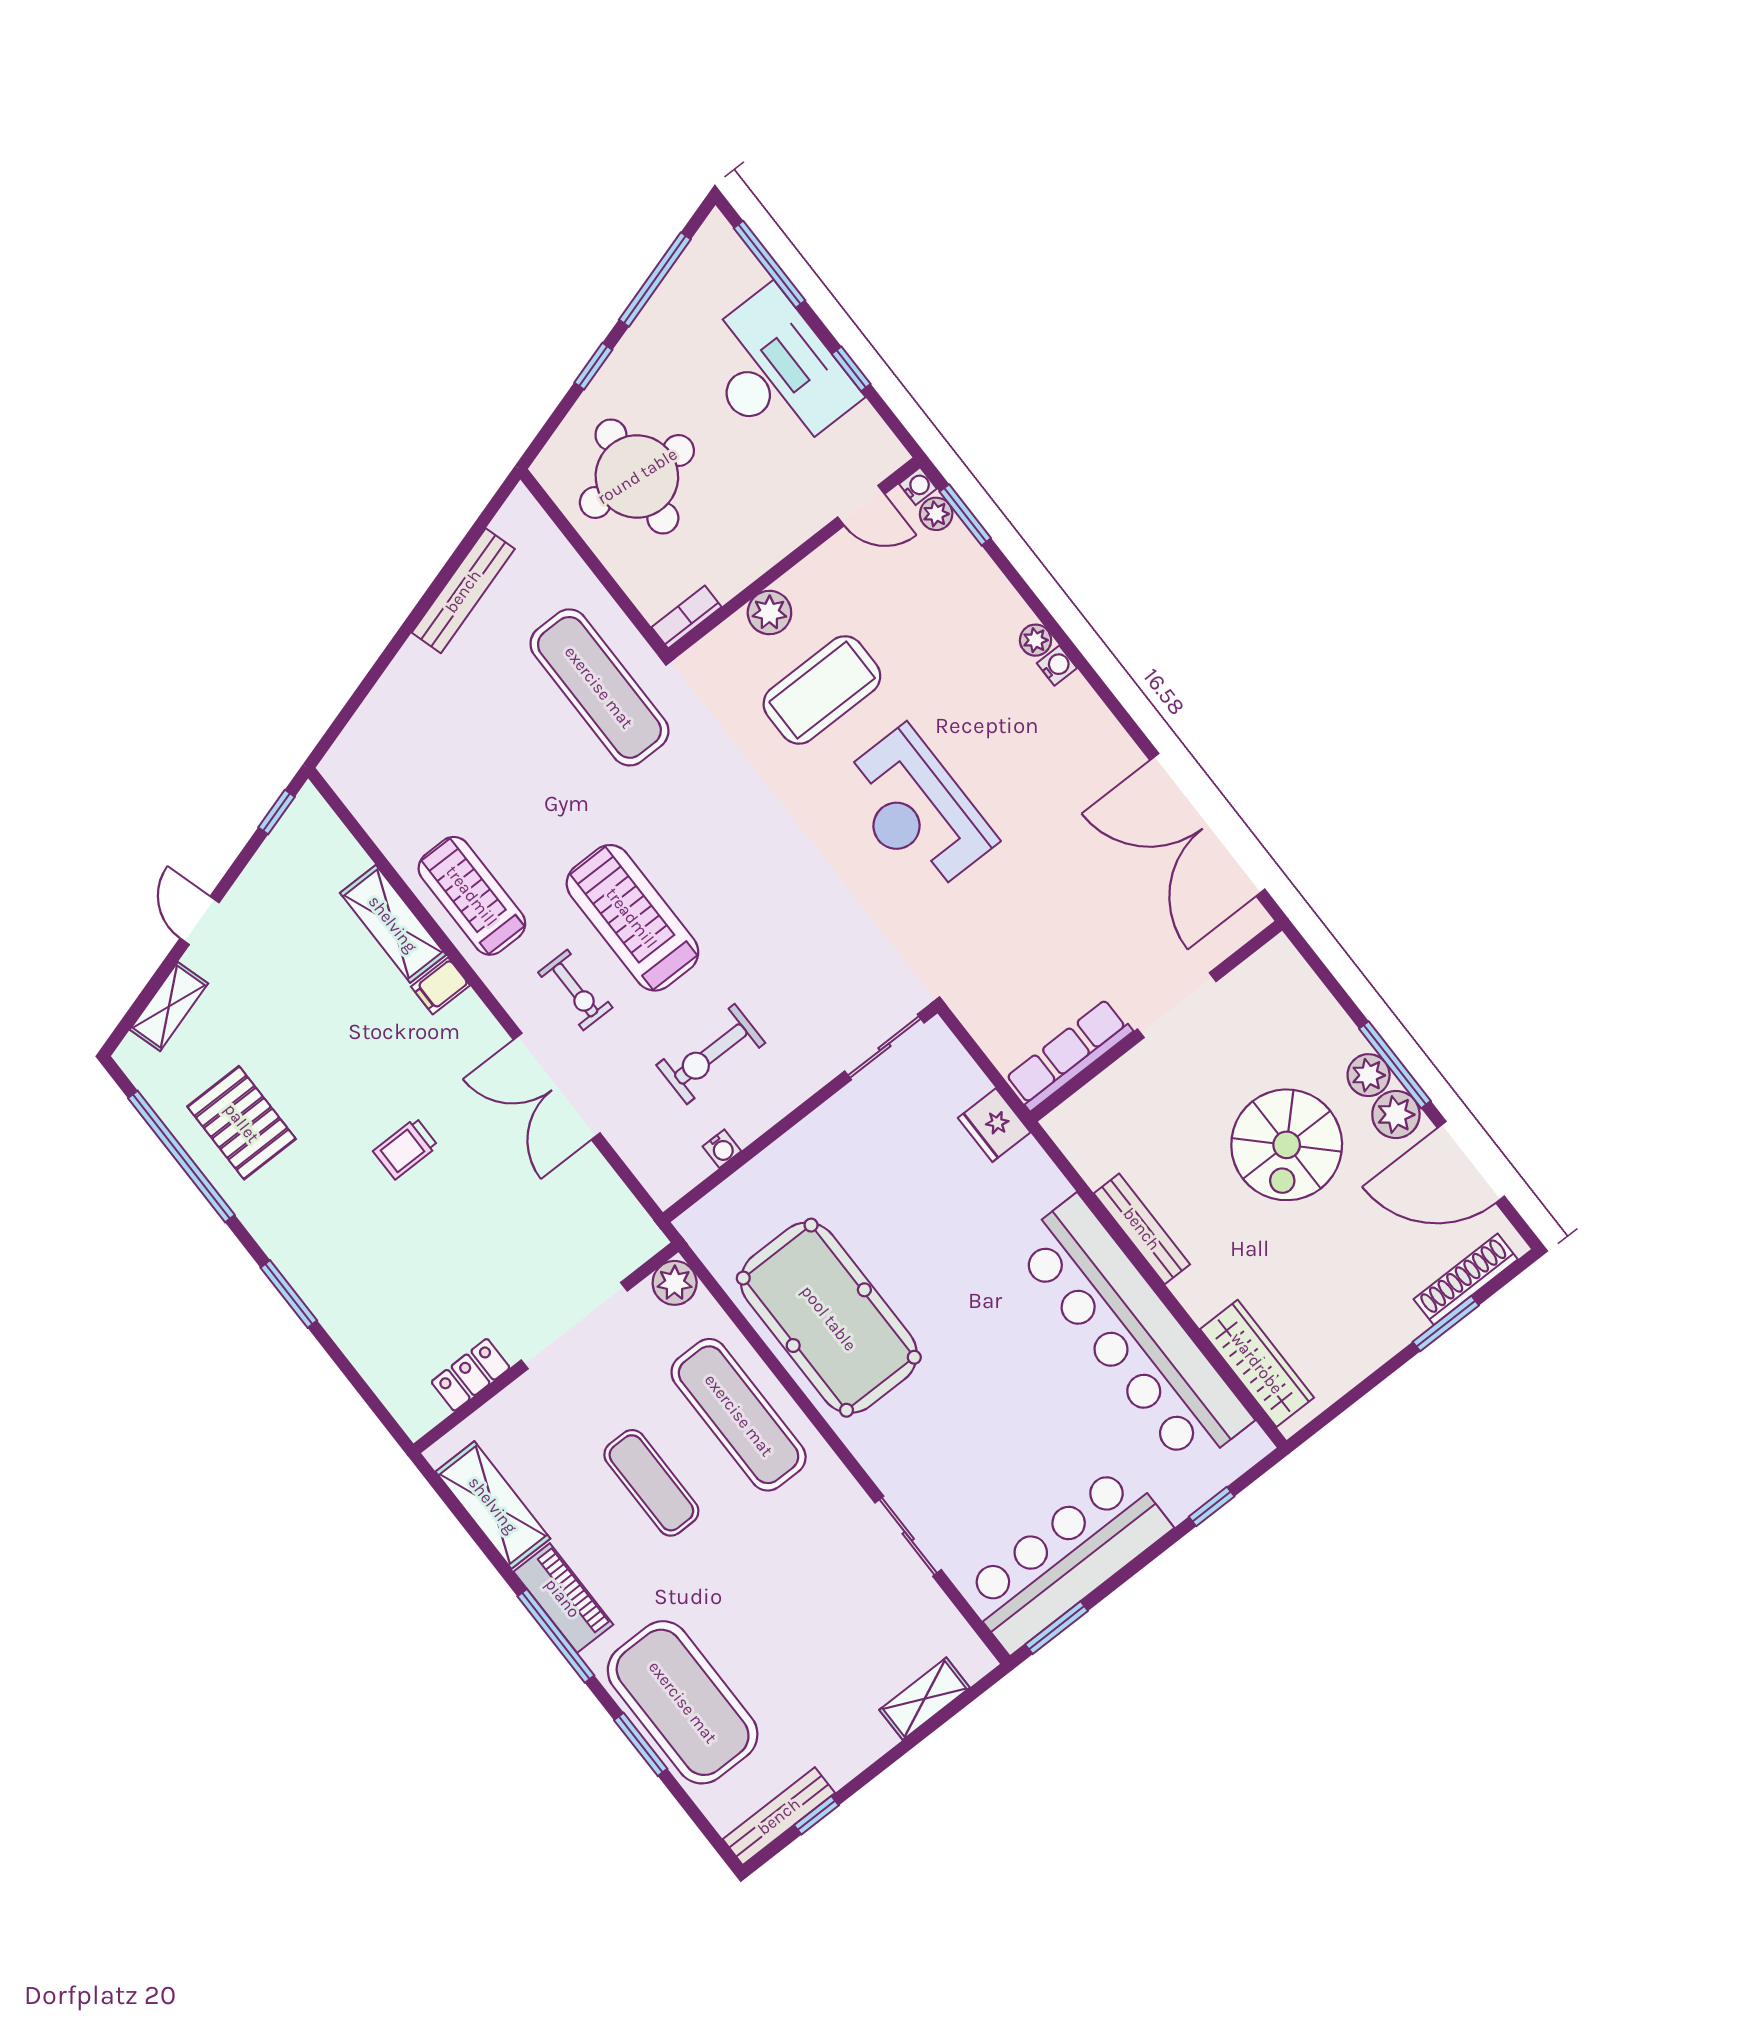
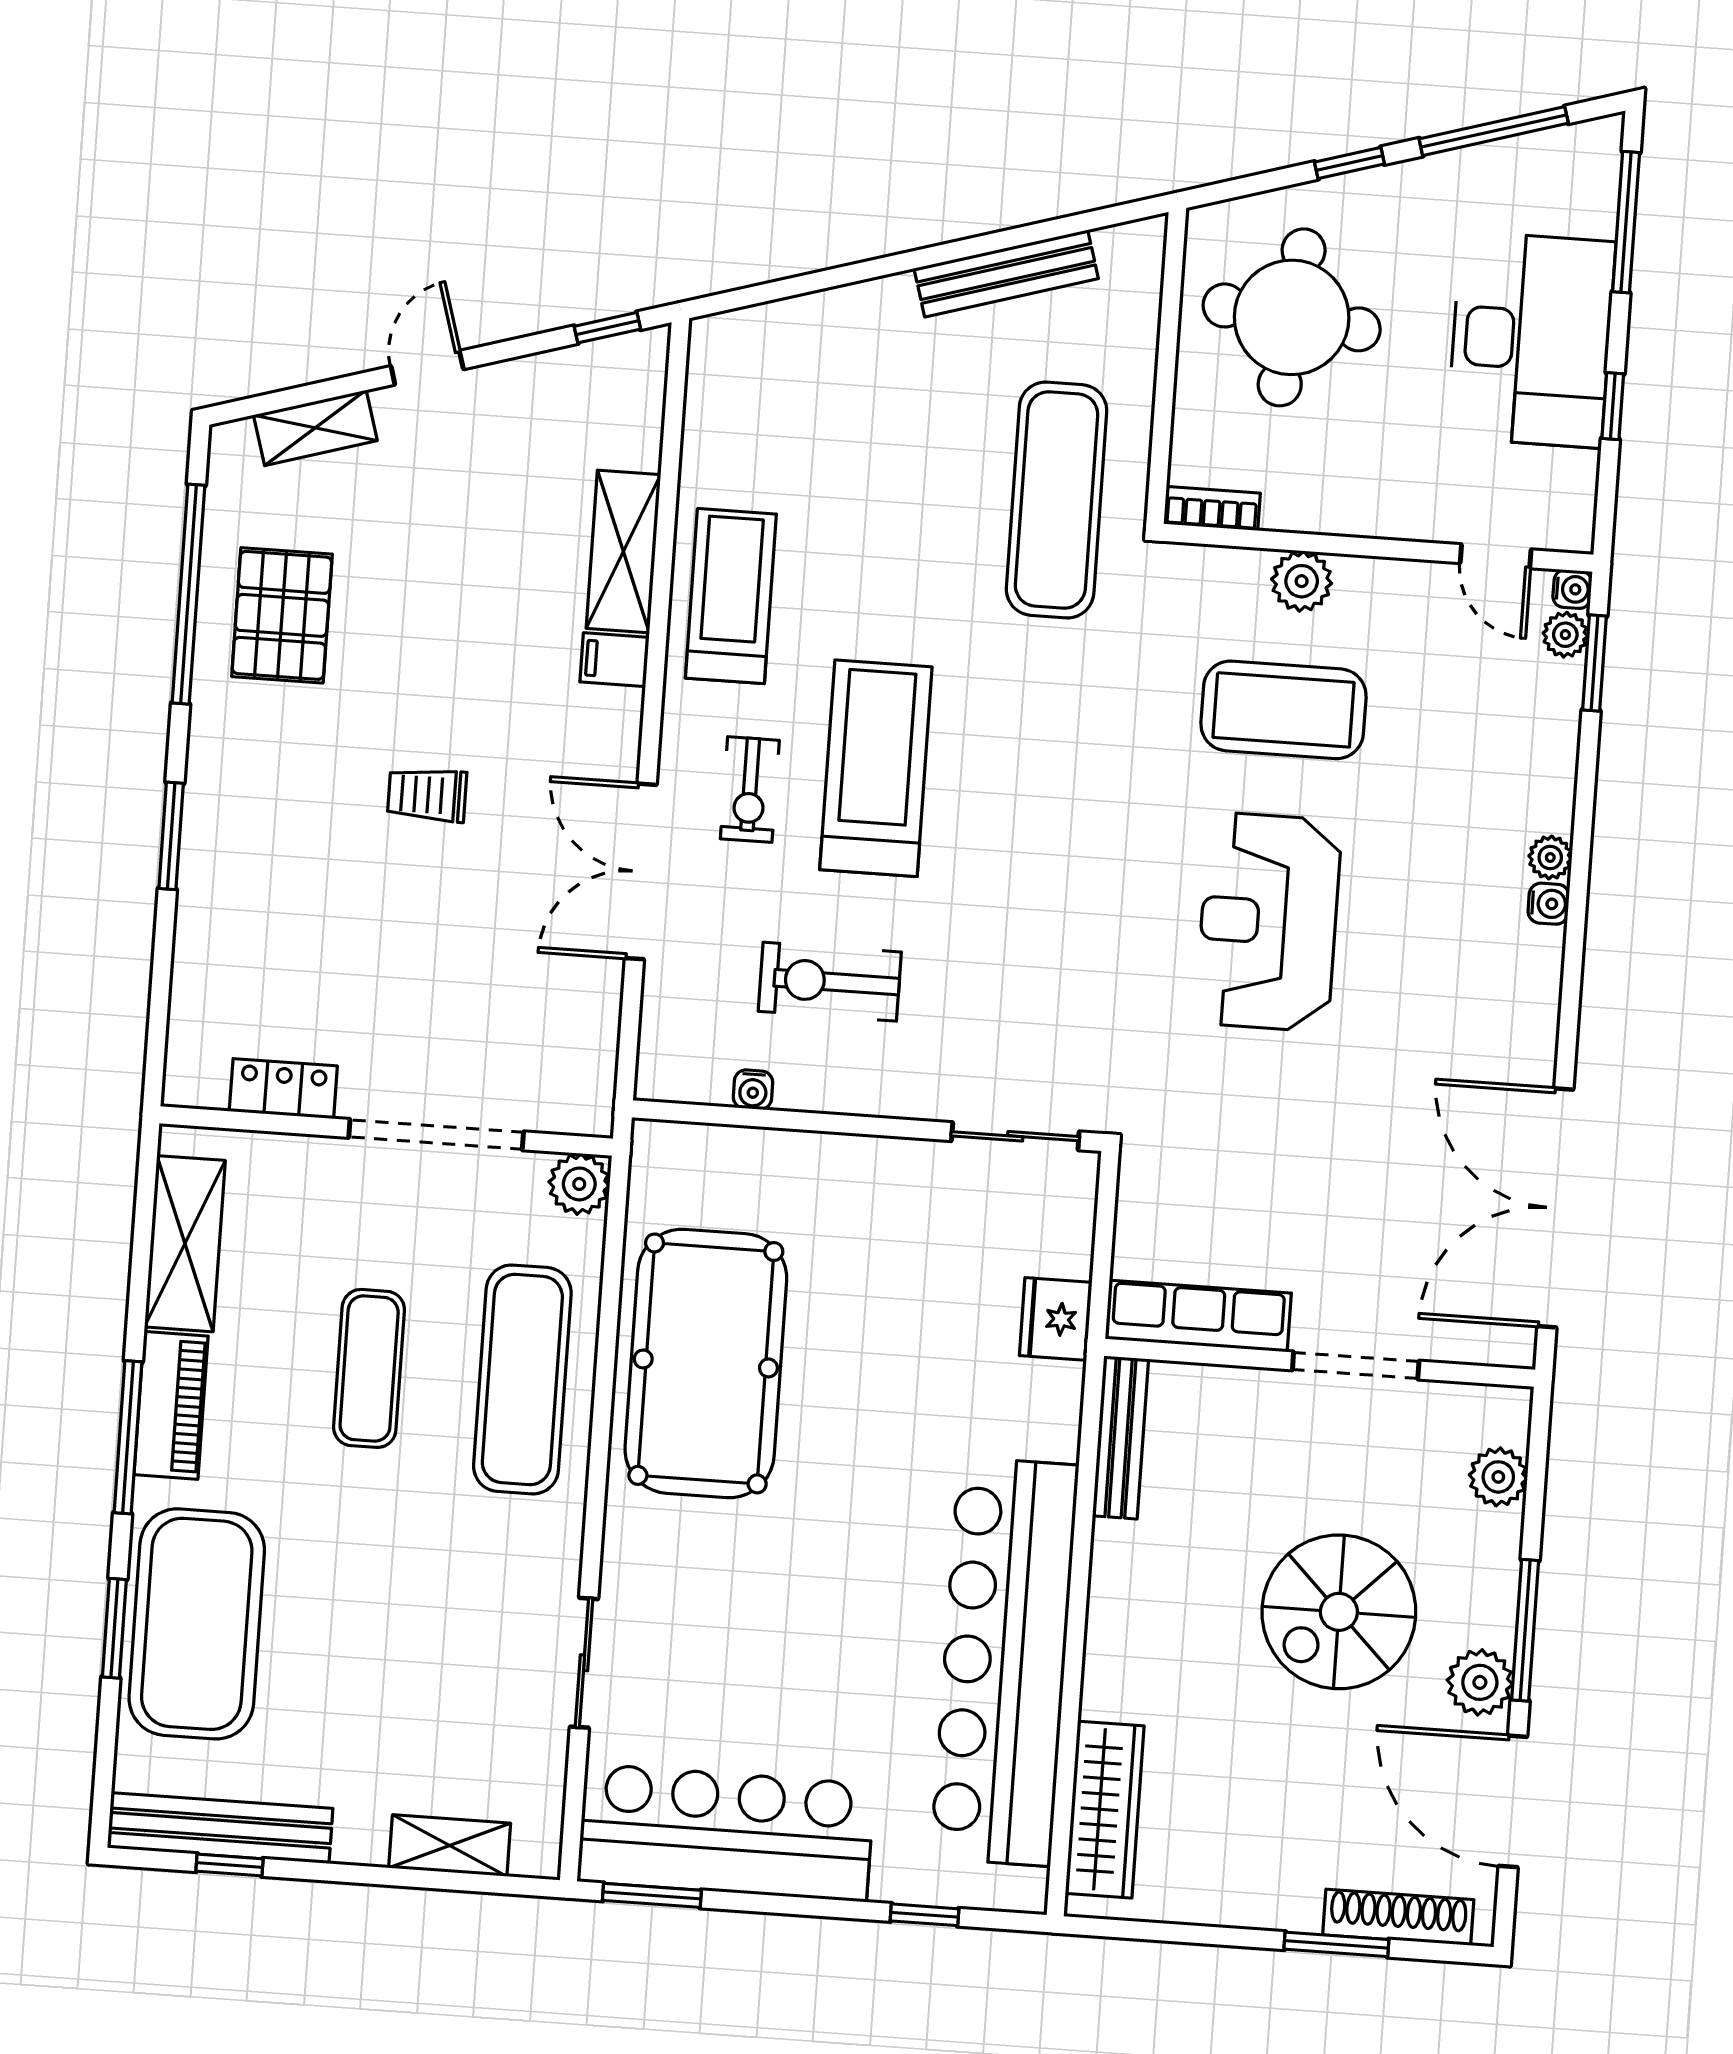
plant: (1369, 1075) -> (1498, 1477), moved
bench: (1142, 1229) -> (1120, 1437), moved
bench: (779, 1816) -> (220, 1828), width x1.37, depth x1.21

